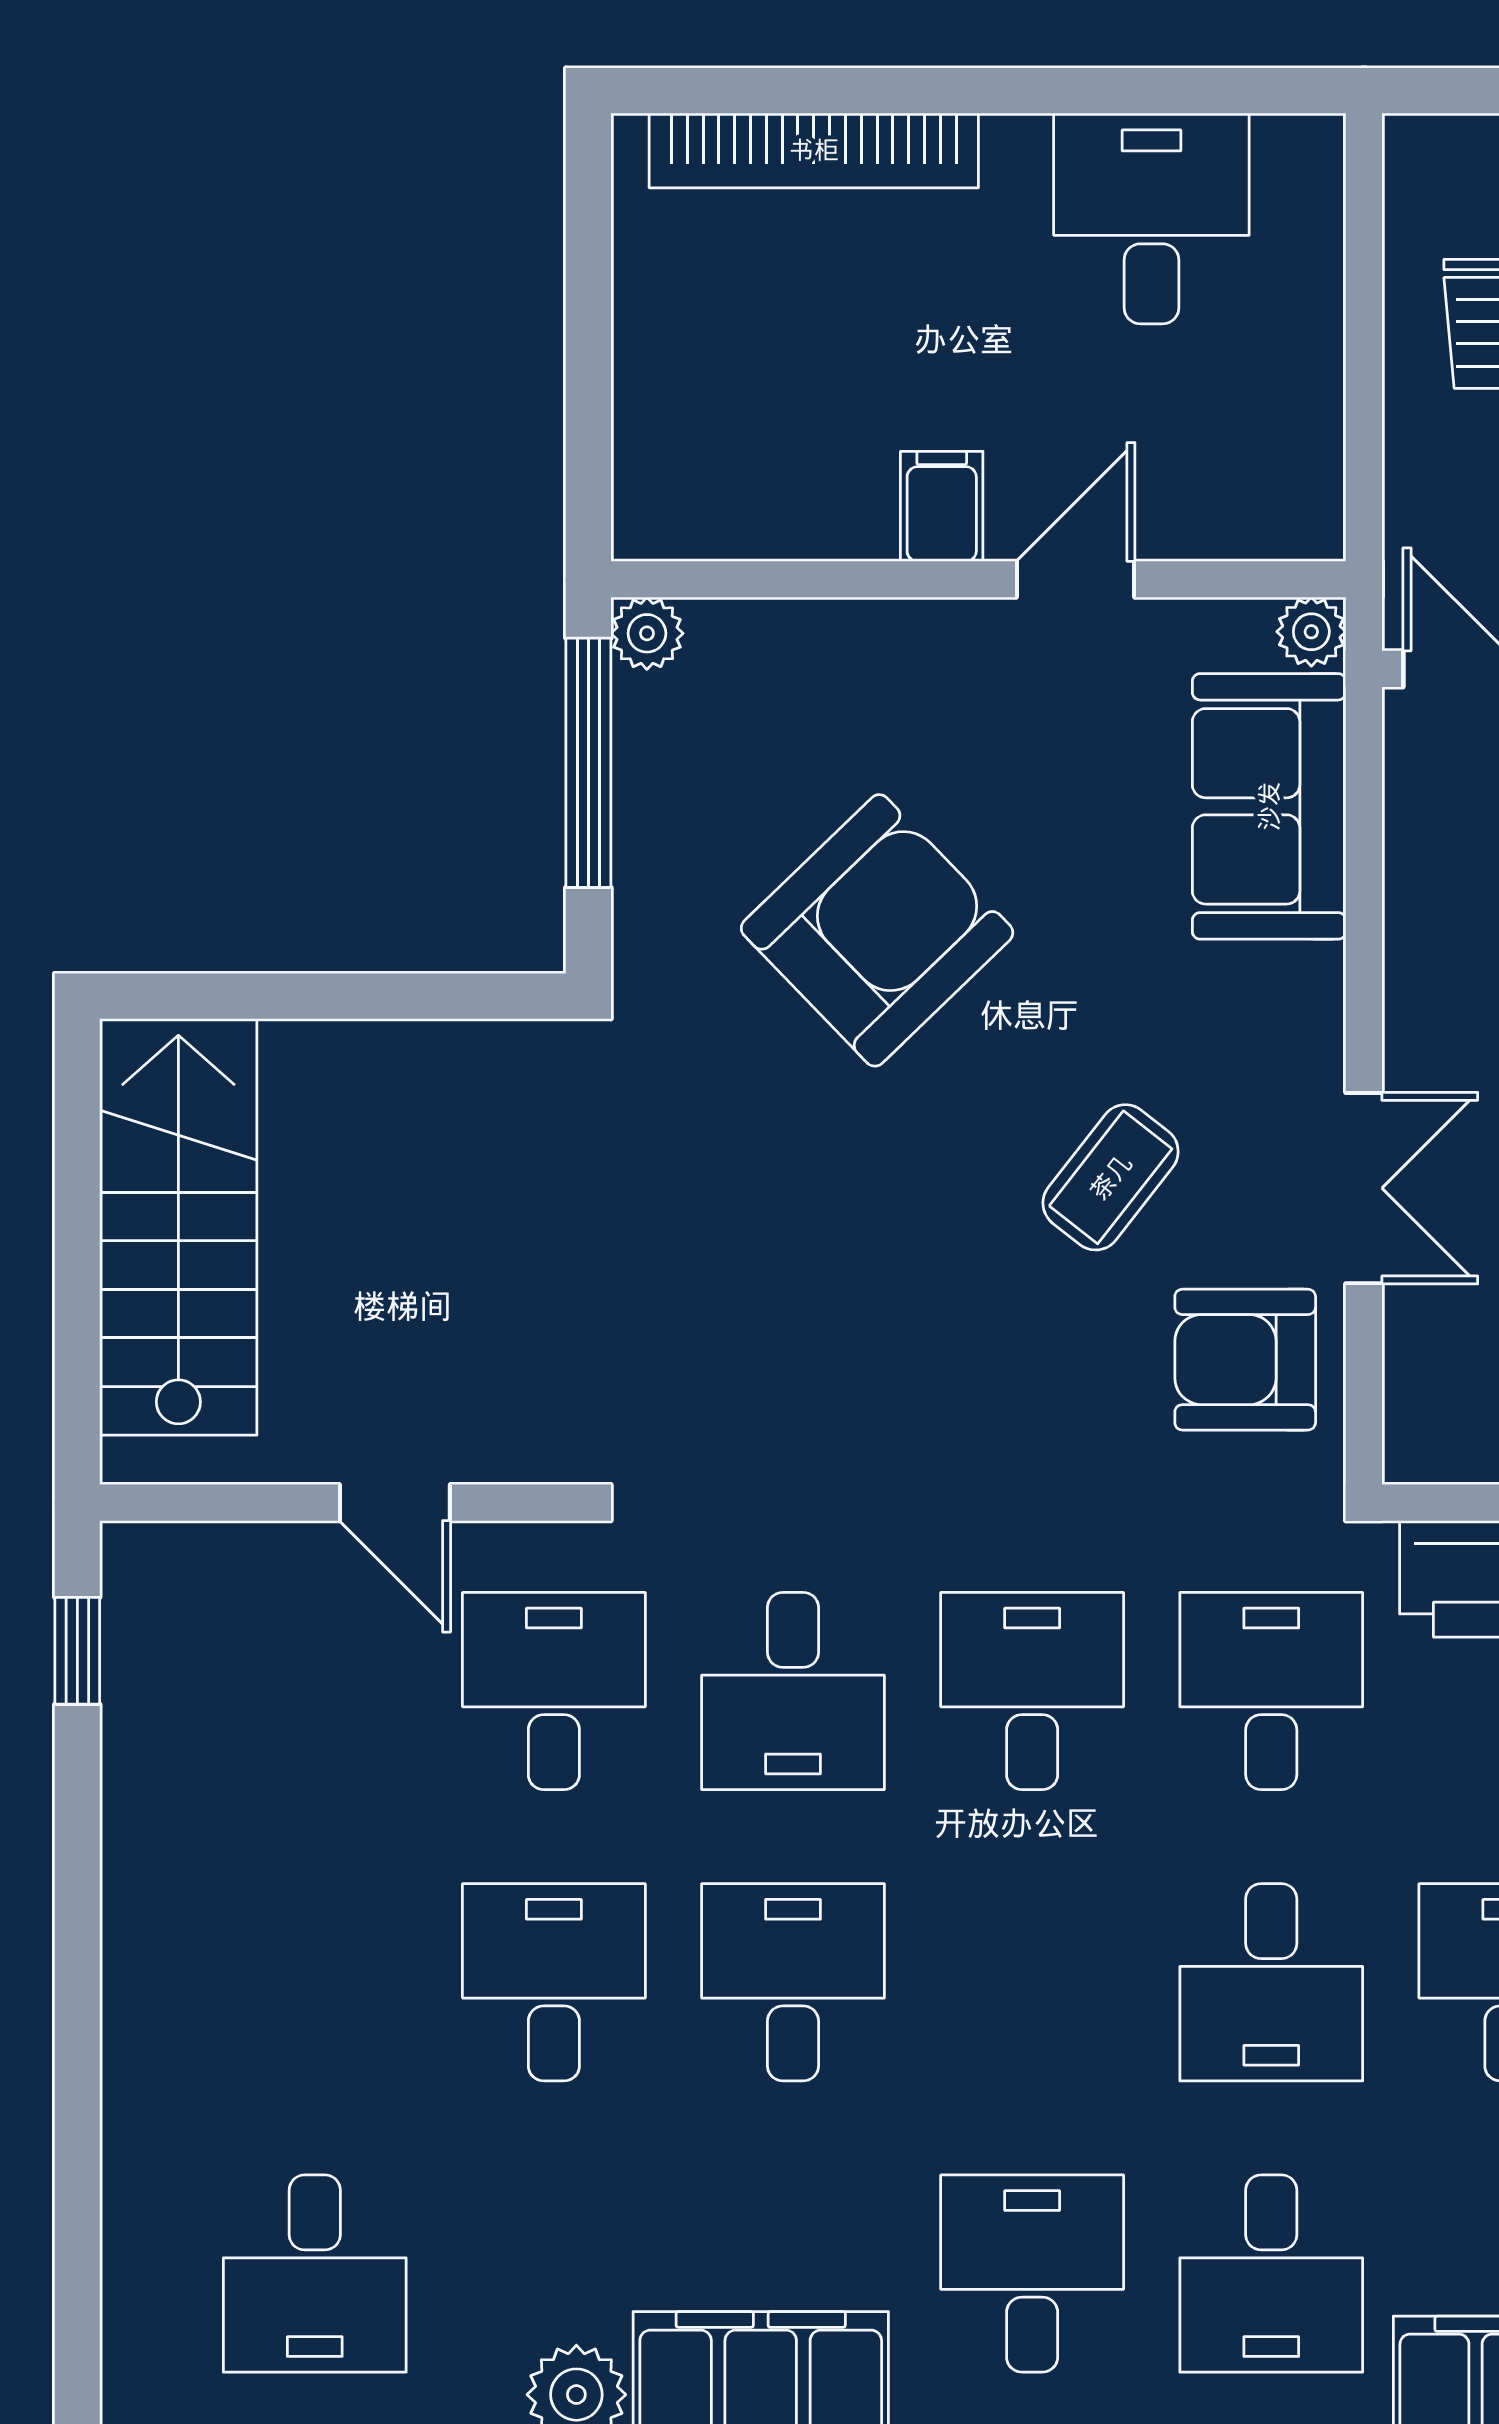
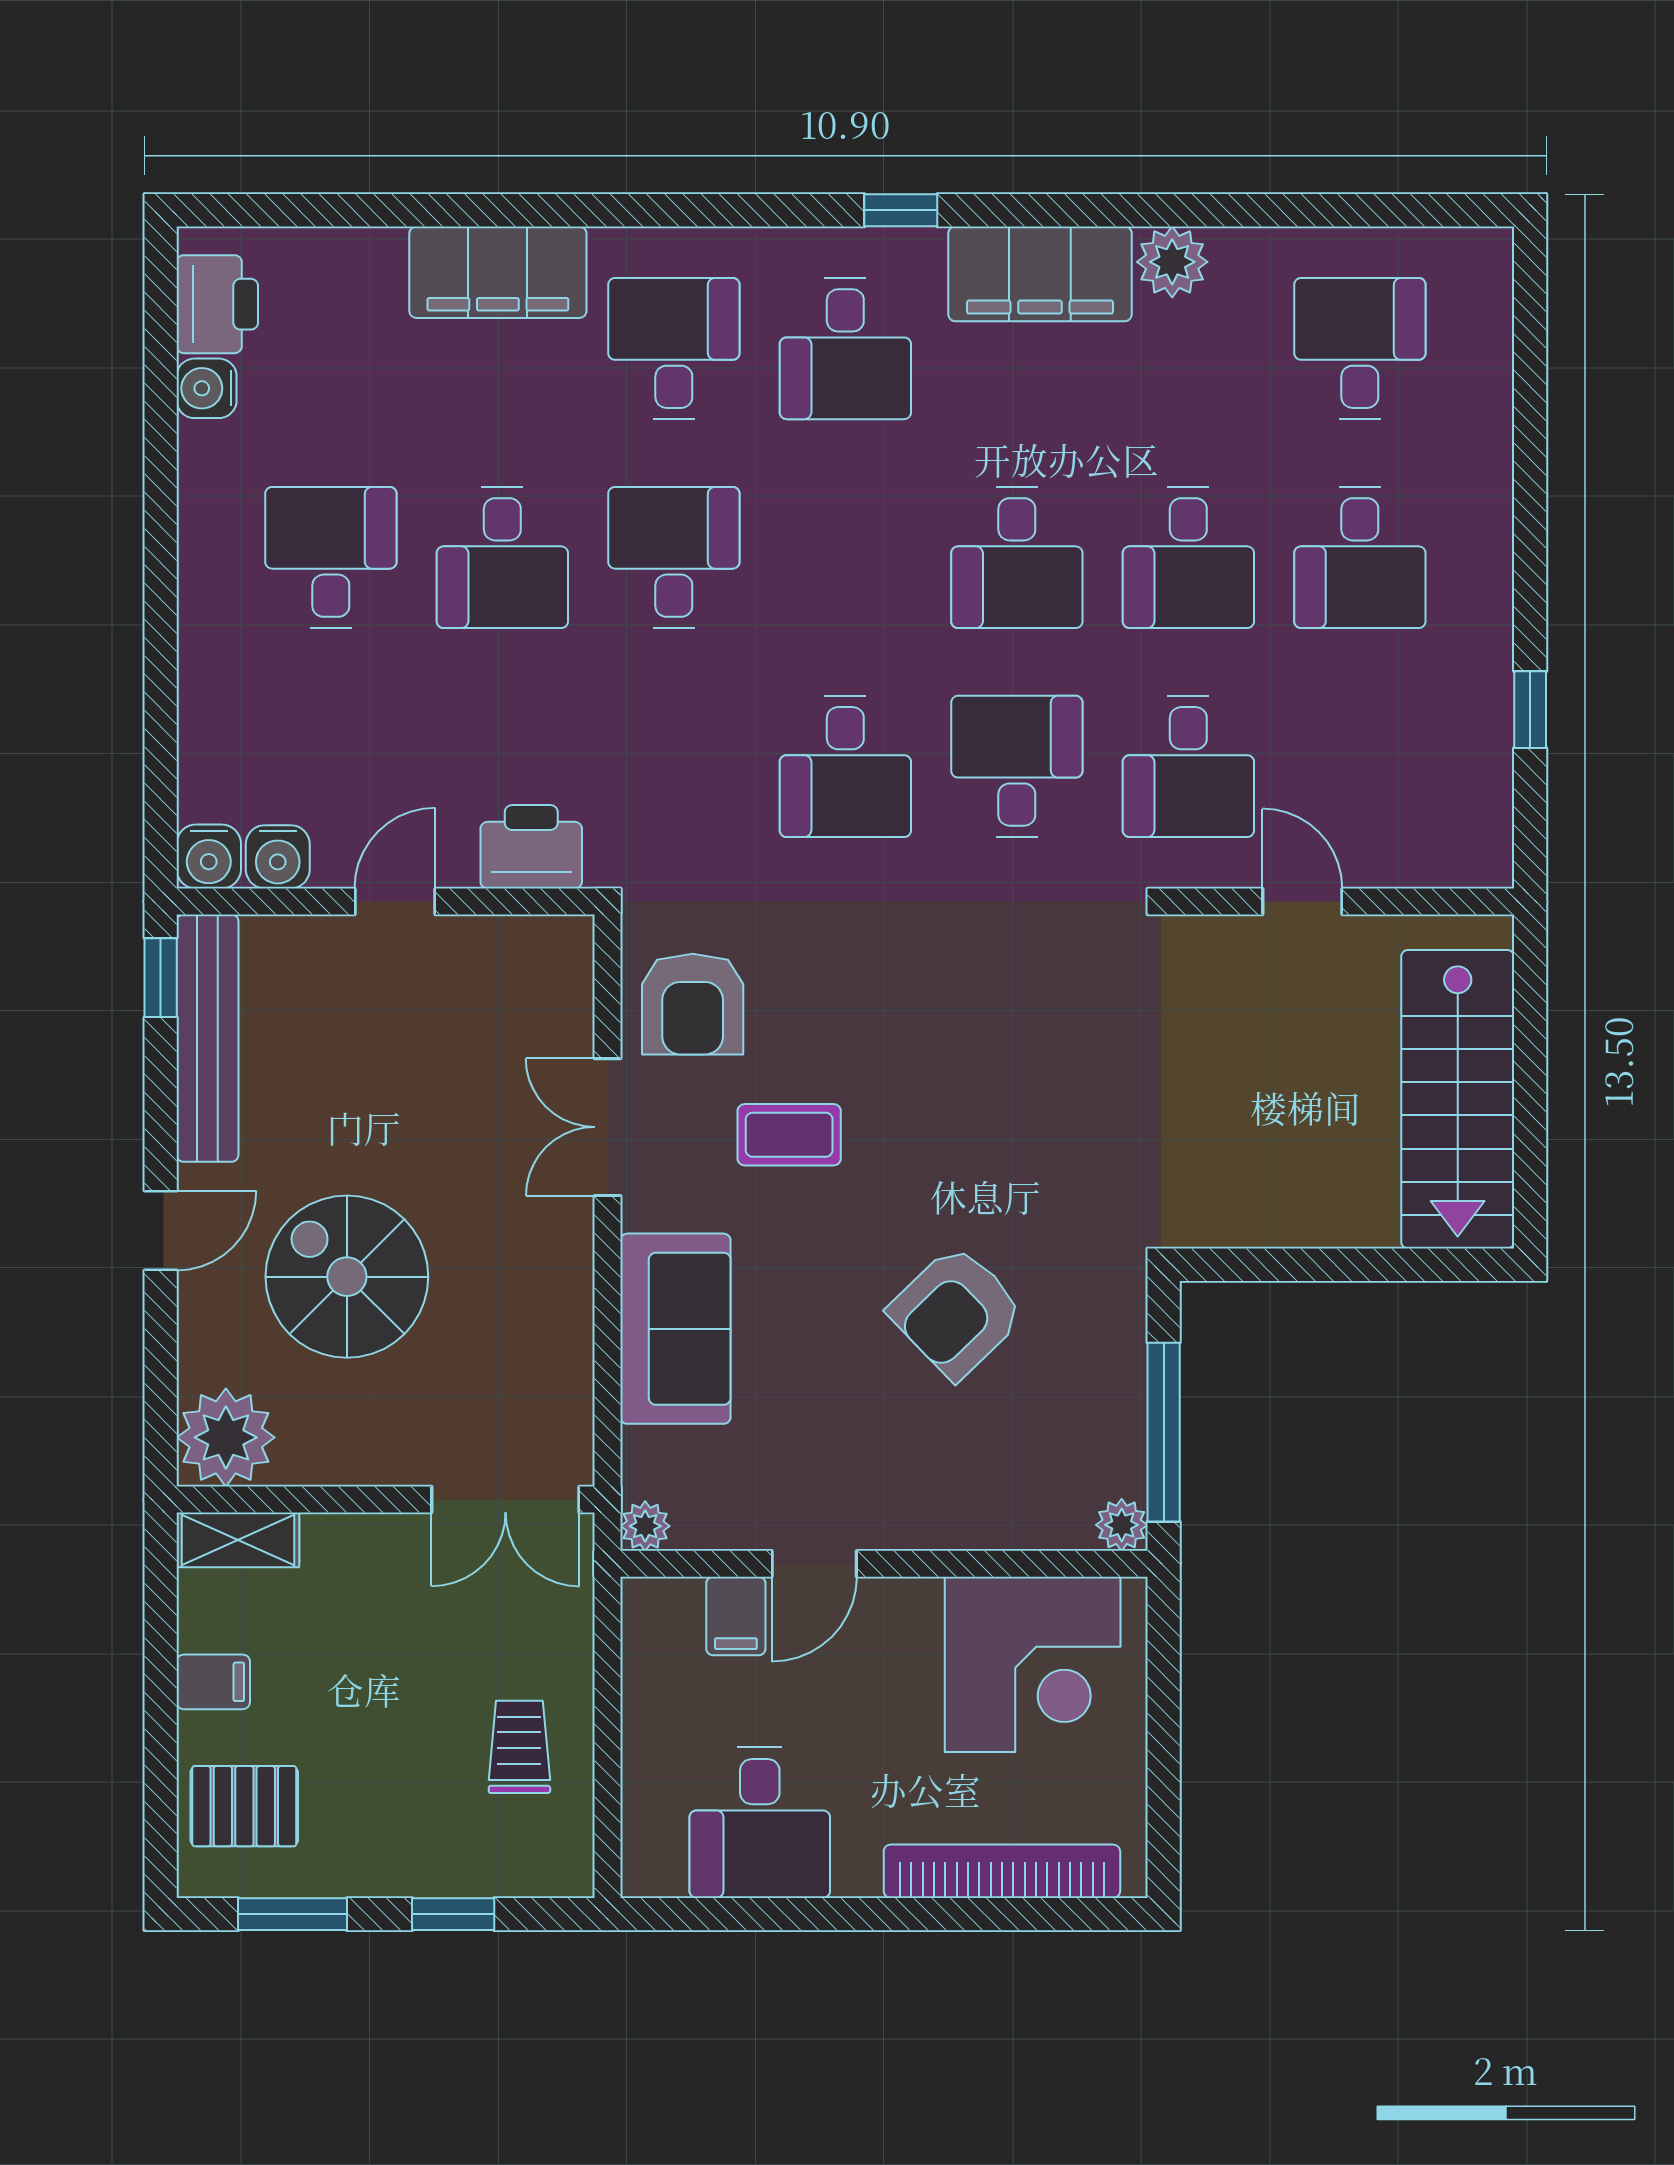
corner desk: (771, 439) -> (1033, 1664), added
filing cabinet: (942, 506) -> (736, 1616), moved
sofa: (1269, 806) -> (675, 1329), moved
armchair: (877, 930) -> (957, 1312), width x0.73, depth x0.73
coffee table: (1111, 1177) -> (789, 1135), turned 52
armchair: (1245, 1360) -> (693, 1004), turned 90
window: (77, 1651) -> (1530, 710), moved
desk: (1271, 1691) -> (1360, 557), moved

